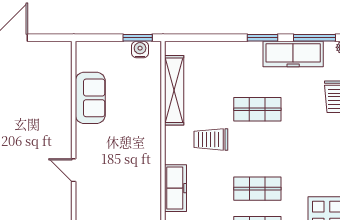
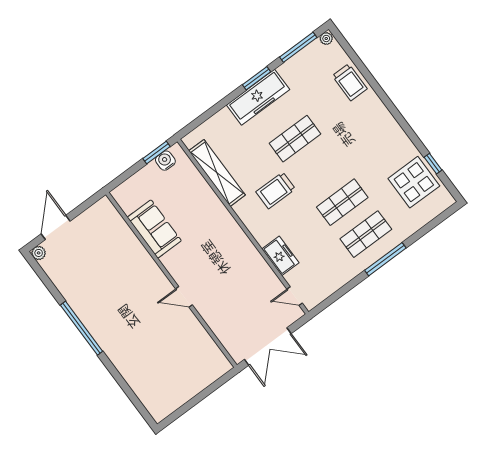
freezer: (293, 54) -> (258, 97), moved
freezer: (176, 188) -> (280, 256), width x0.71

